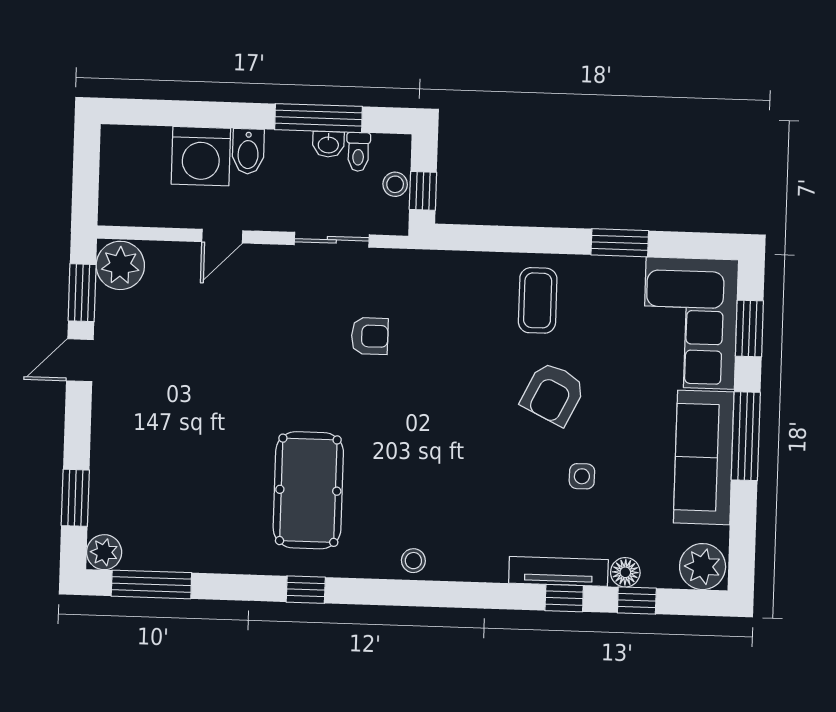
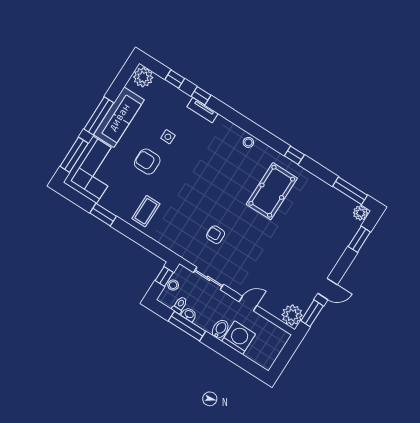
window: (749, 329) -> (74, 155), width x1.44
armchair: (553, 394) -> (147, 162), moved, turned -116
tv unit: (558, 571) -> (202, 110), width x0.71
floor lamp: (625, 572) -> (173, 92), removed

